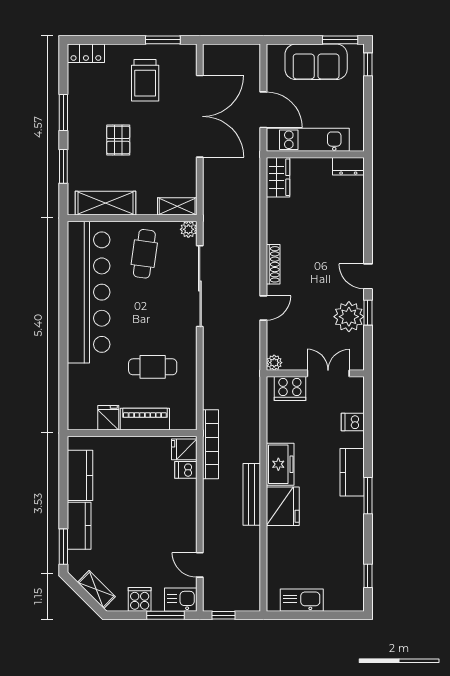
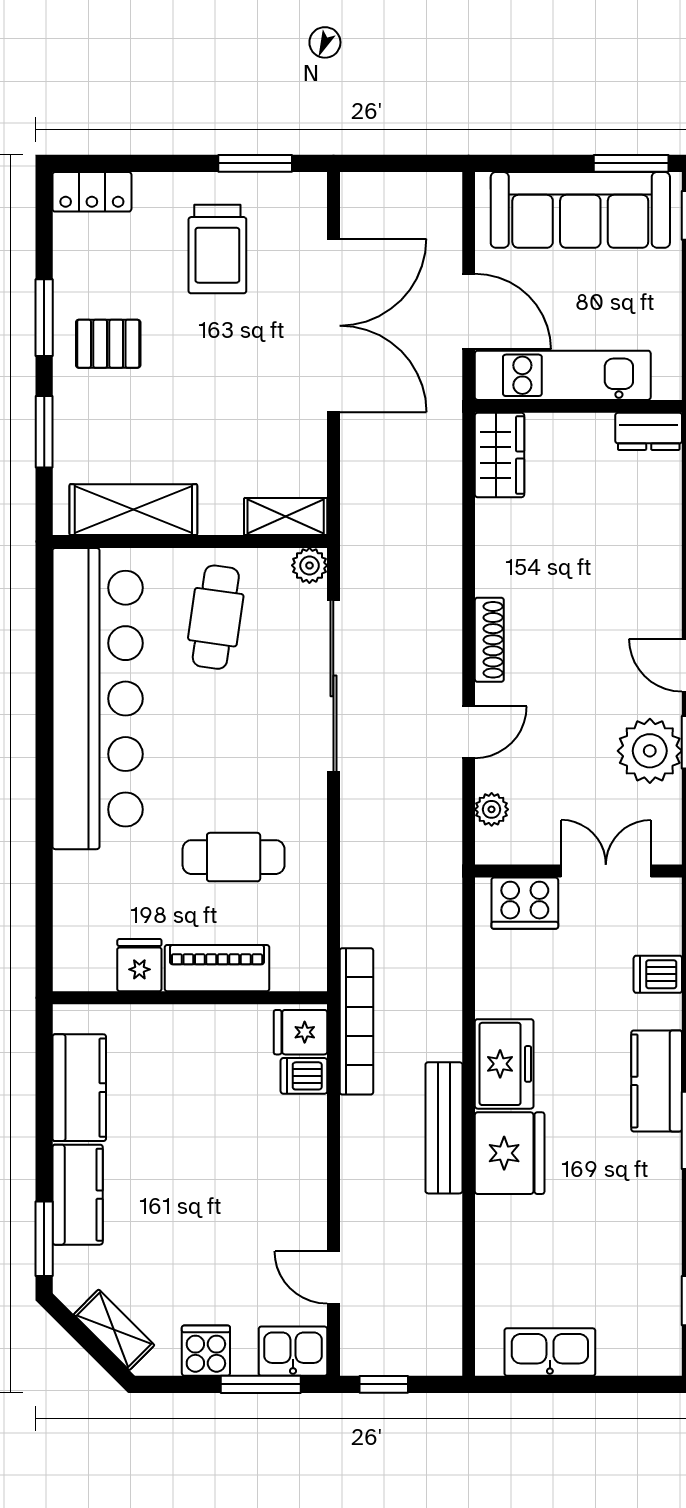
sofa: (316, 62) -> (580, 210), width x1.36
pallet: (118, 140) -> (108, 344), moved, turned 90
plant: (274, 363) -> (492, 809), moved

